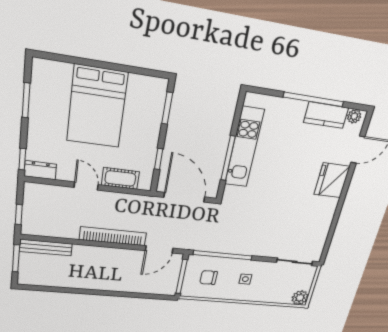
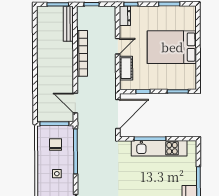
bookcase: (113, 236) -> (82, 53), moved

